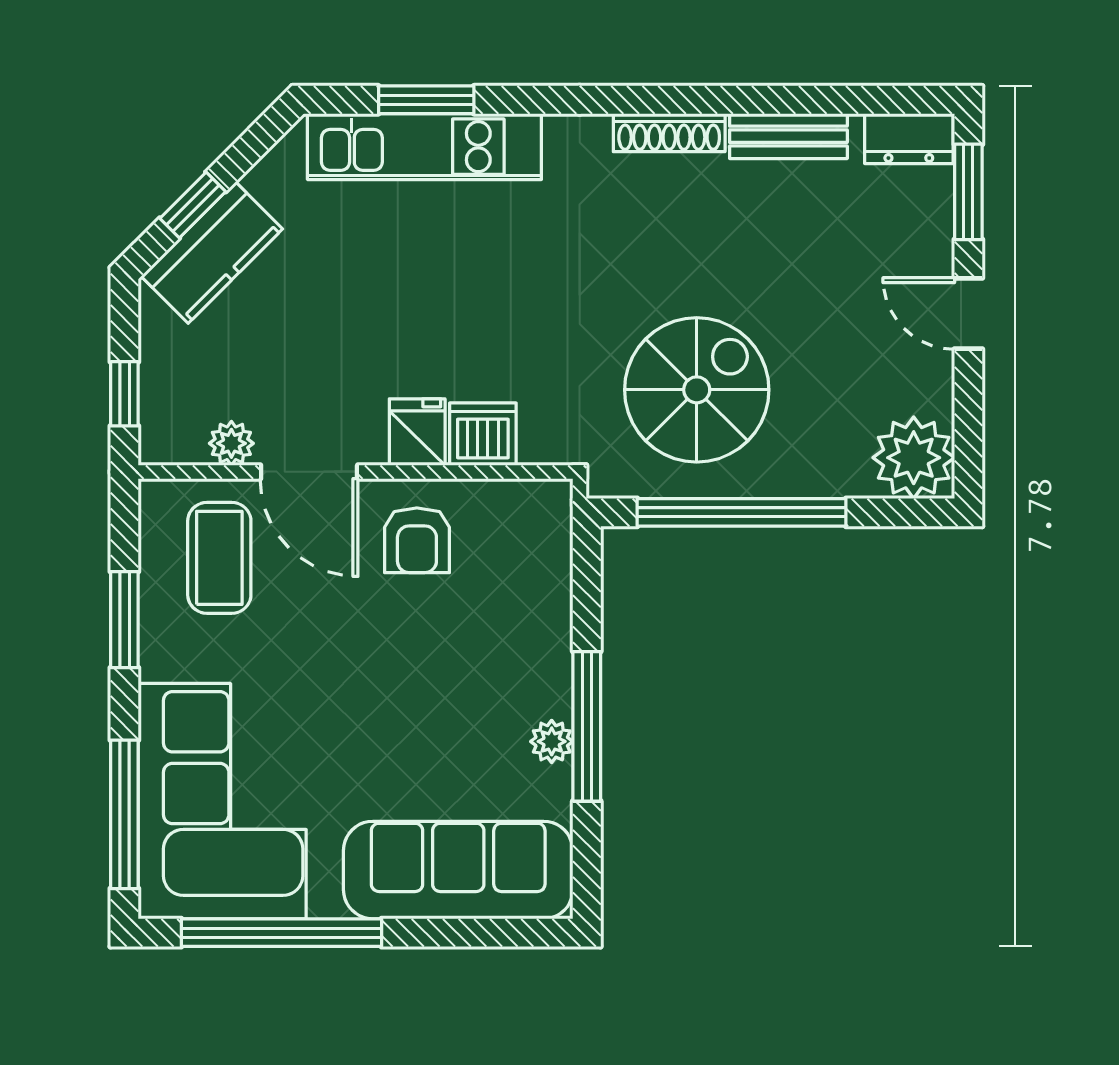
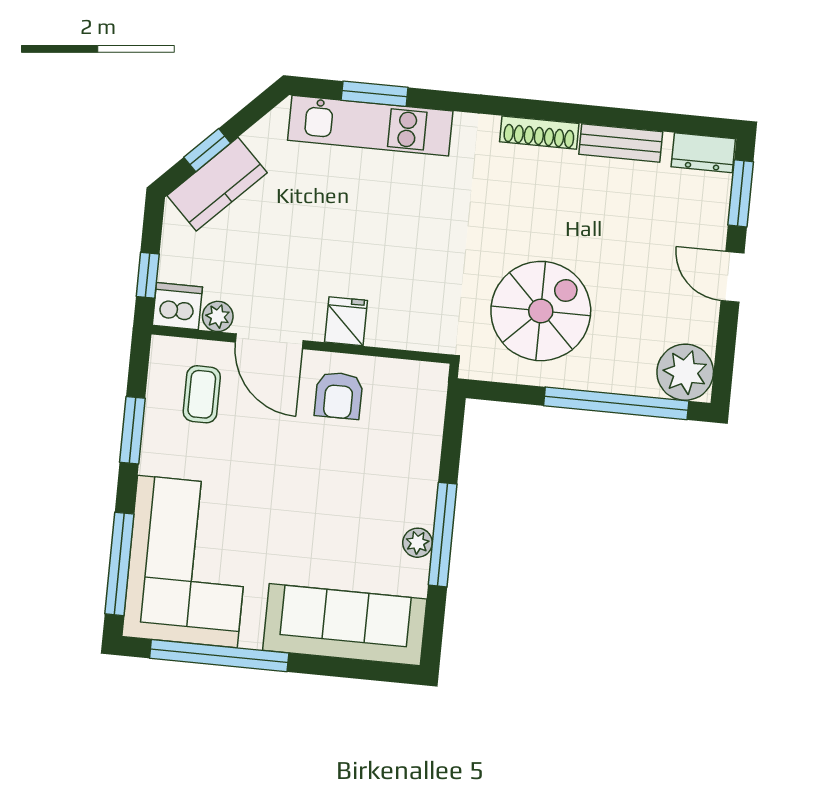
dishwasher: (483, 434) -> (177, 306), moved
window: (742, 512) -> (616, 403), moved
coffee table: (219, 558) -> (202, 394), width x0.73, depth x0.77

